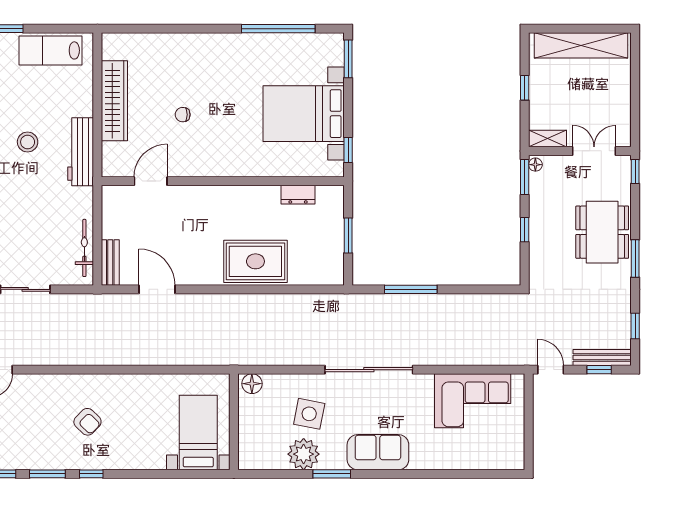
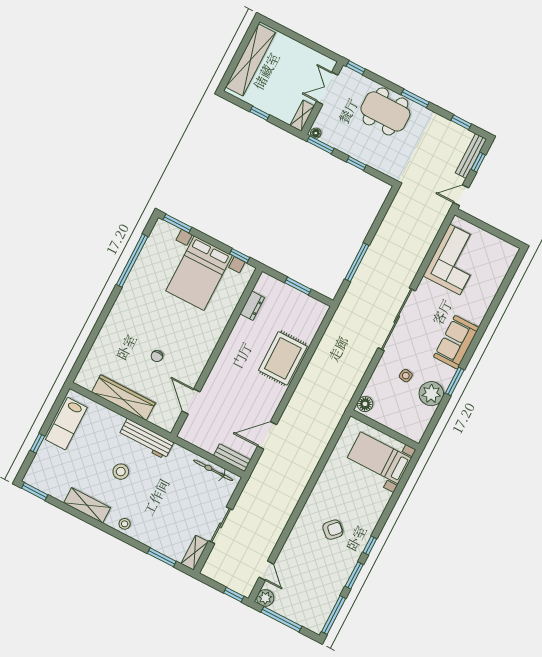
side table: (309, 414) -> (406, 376), width x0.54, depth x0.54

